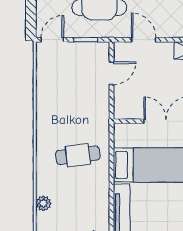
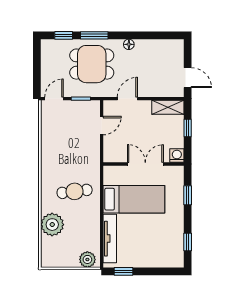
door: (144, 40) -> (127, 99), hinge flipped
plant: (43, 203) -> (52, 225), width x1.87, depth x1.87

